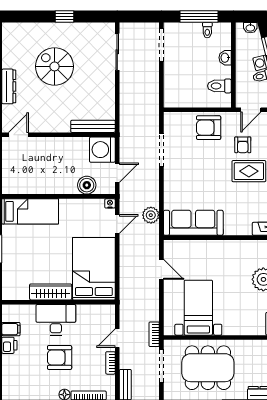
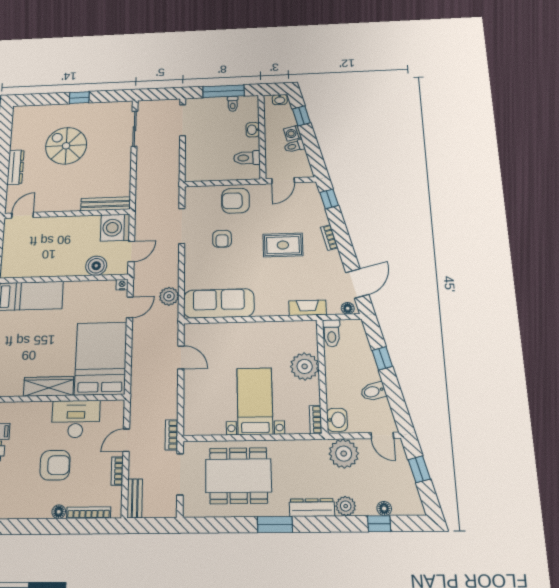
armchair: (243, 145) -> (222, 239), moved
bed with nightstands: (198, 308) -> (255, 401), moved
desk: (56, 320) -> (76, 419), moved
armchair: (60, 358) -> (55, 465), turned 180

